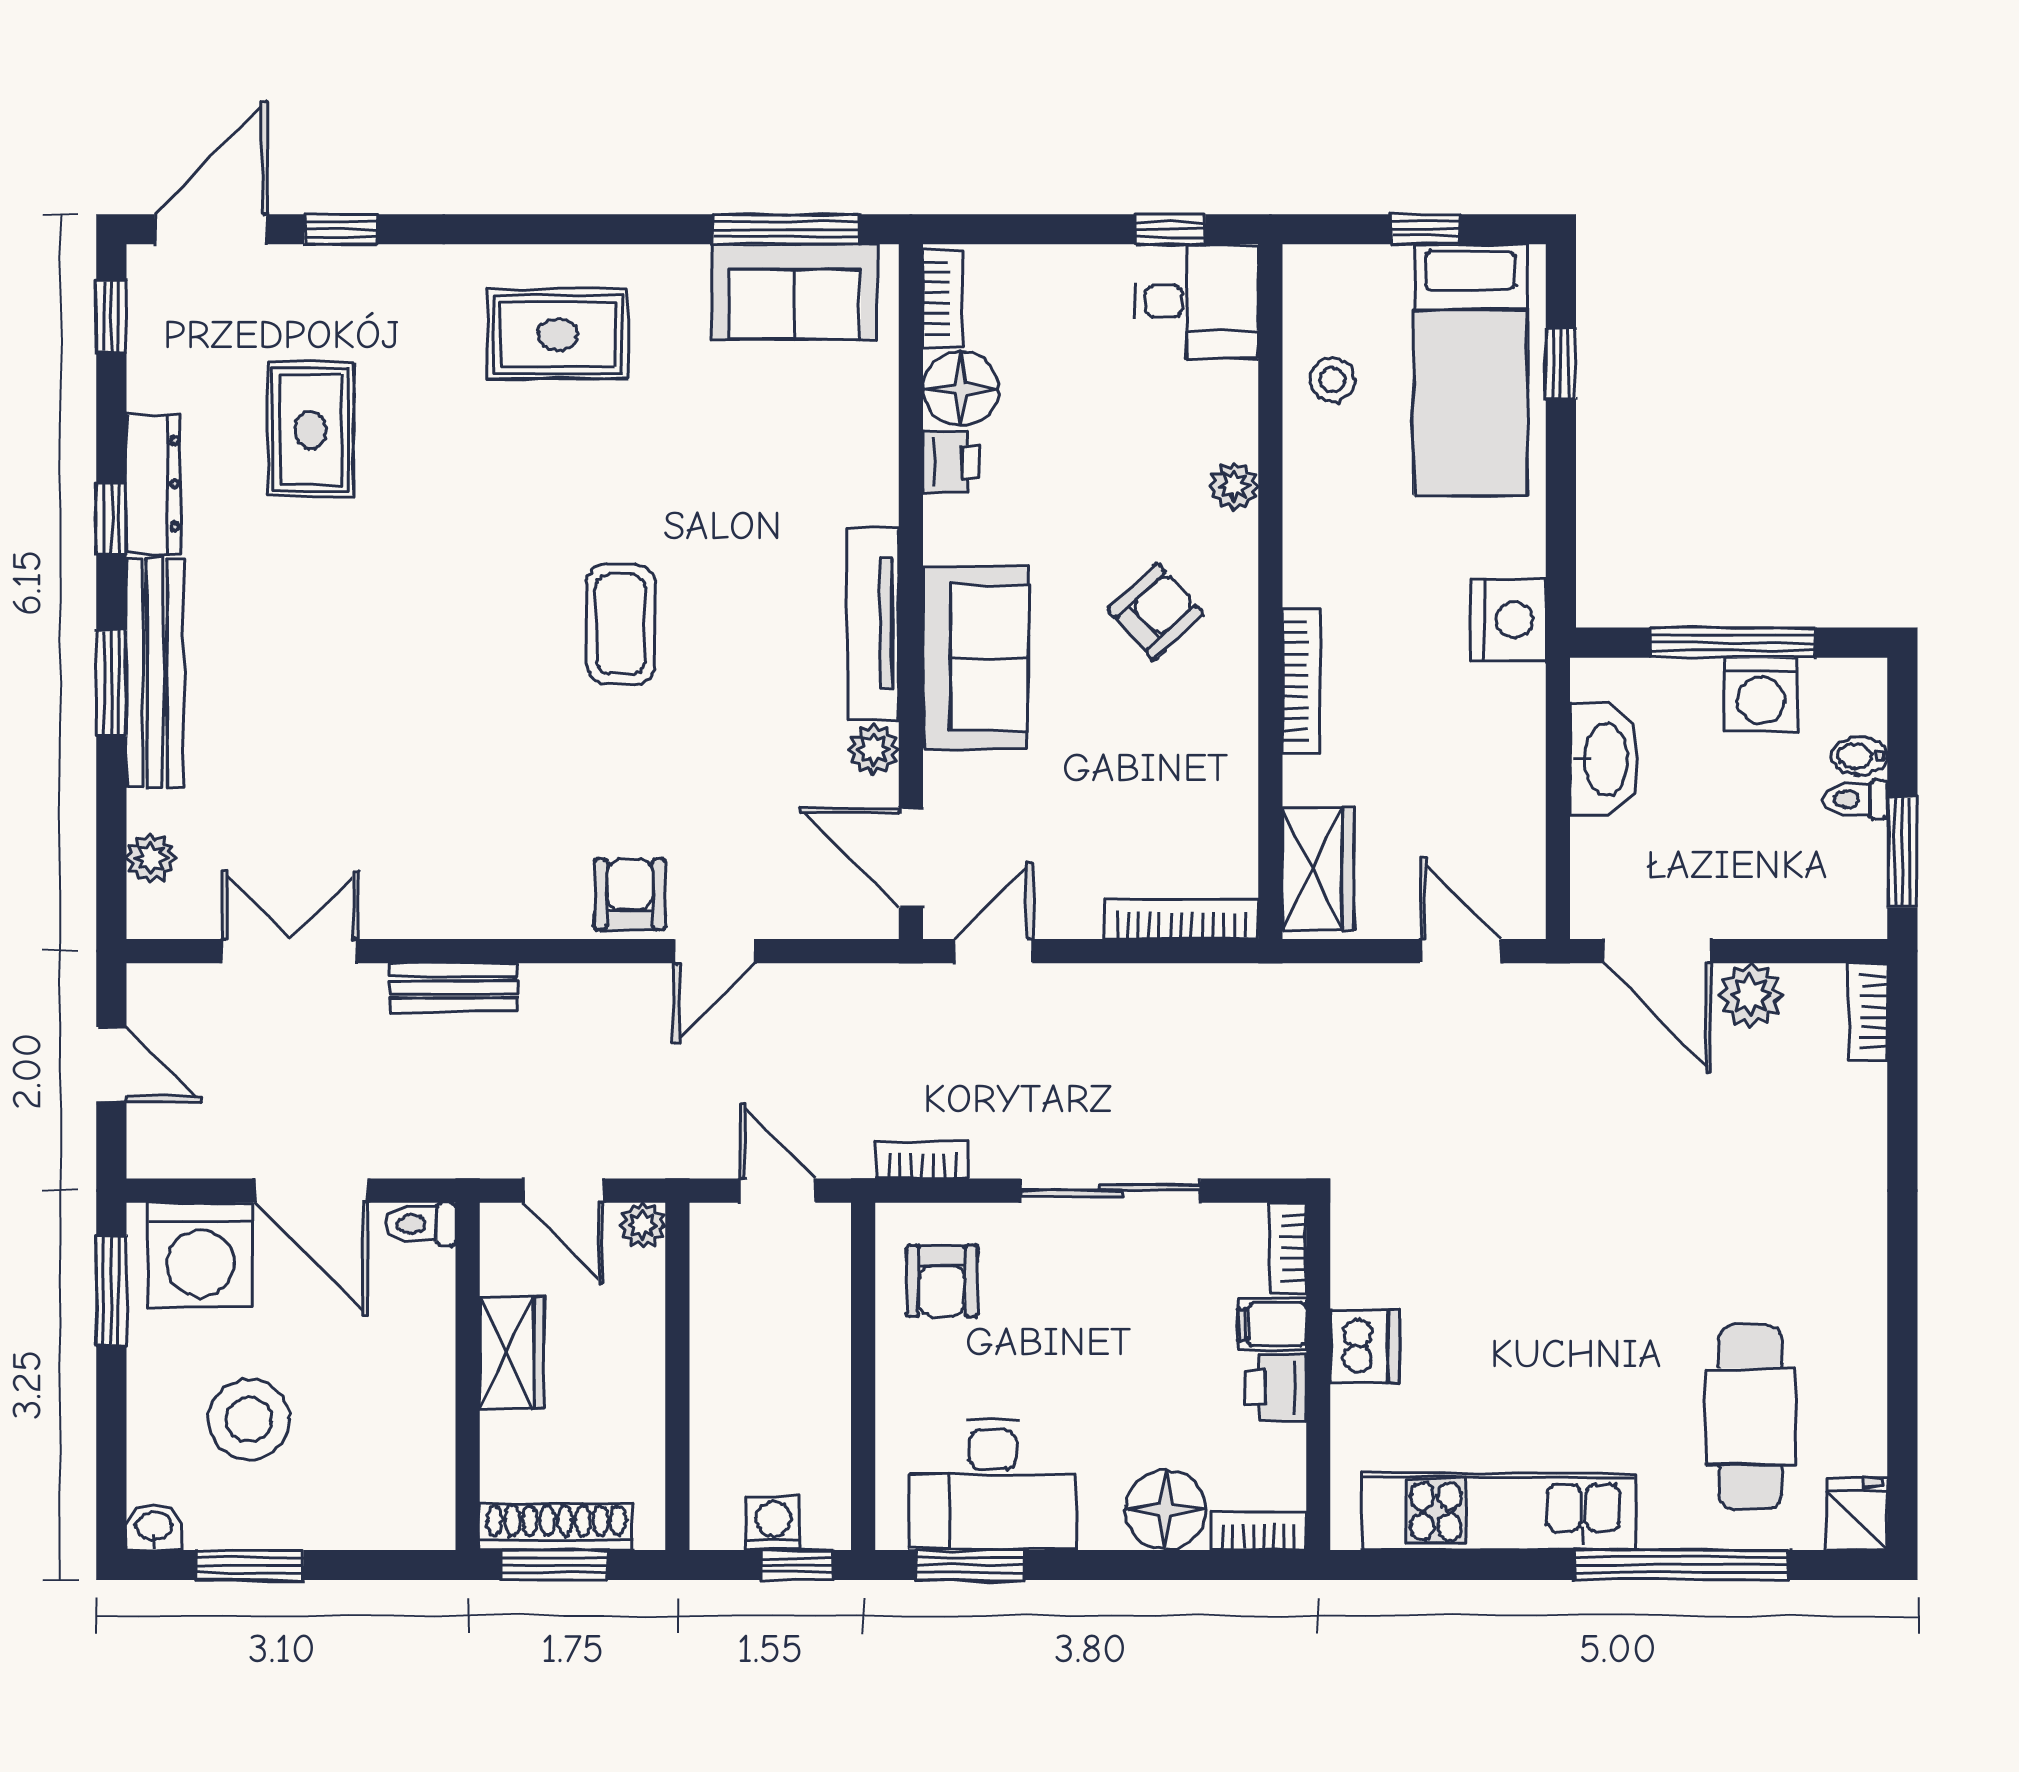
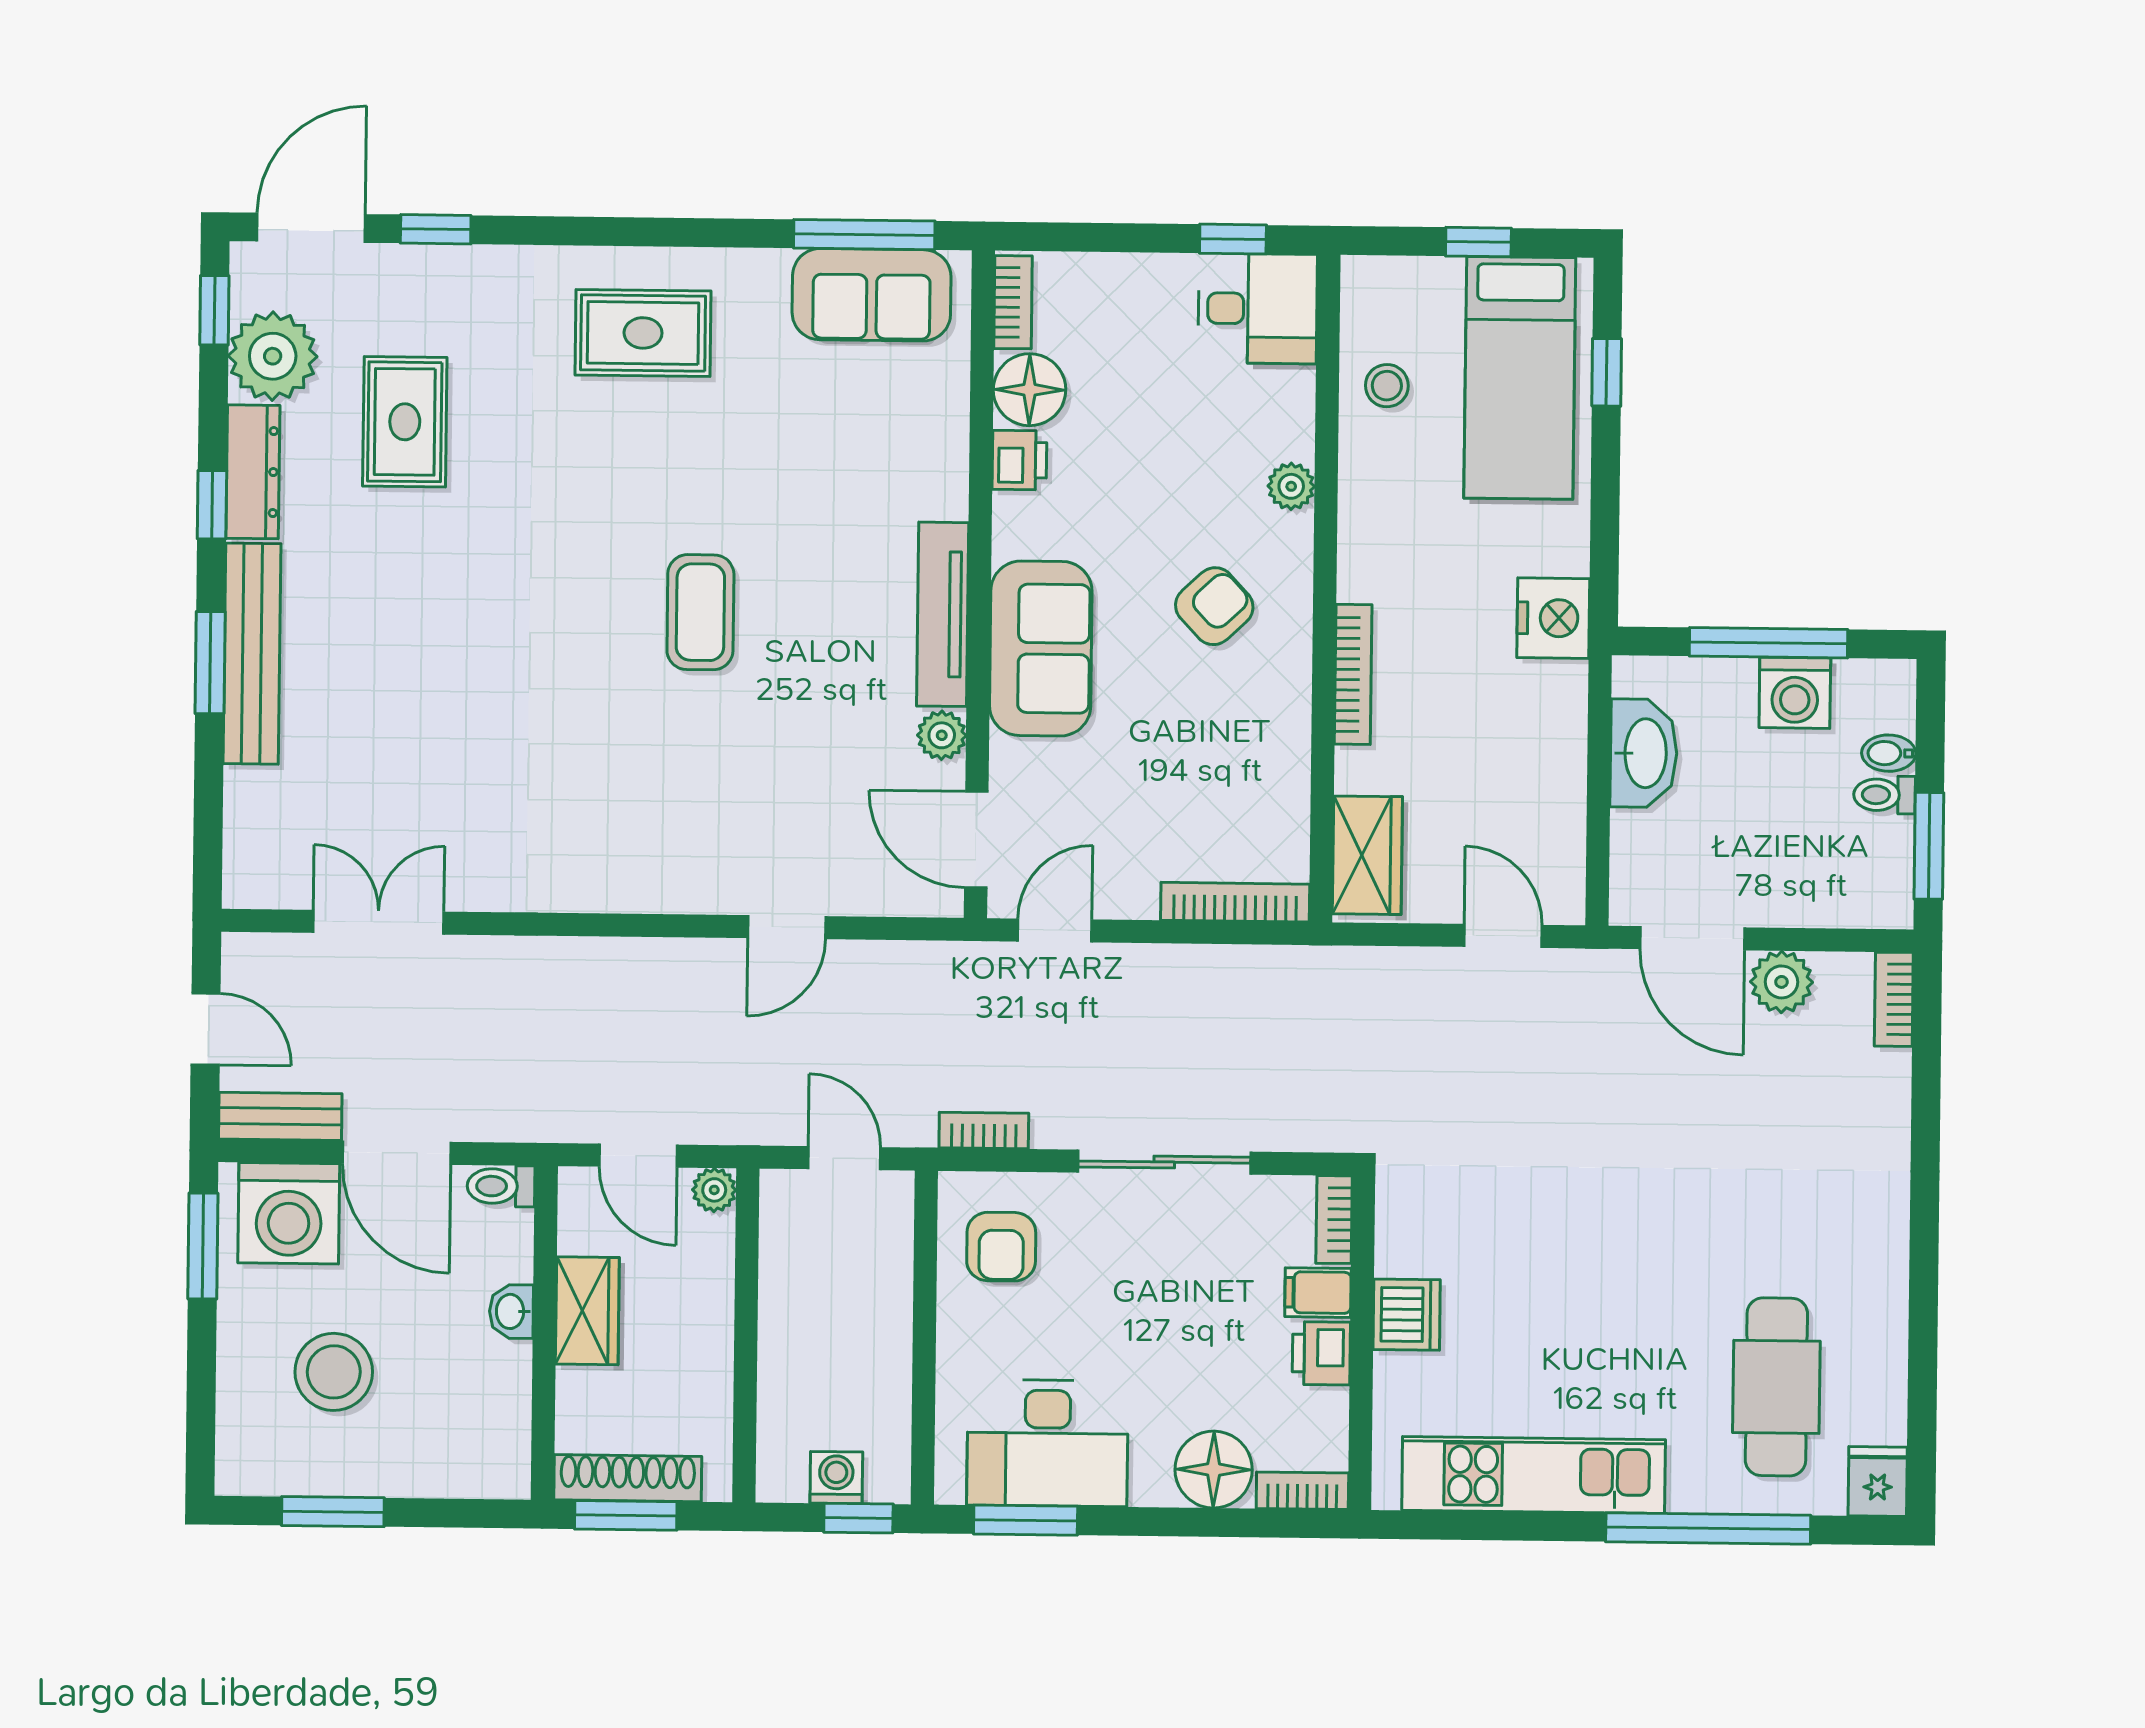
plant: (151, 858) -> (273, 356), moved, width x1.88, depth x1.88
armchair: (630, 894) -> (706, 872), removed
bench: (454, 987) -> (280, 1116), moved
washbasin: (154, 1527) -> (511, 1311), moved, turned -90

